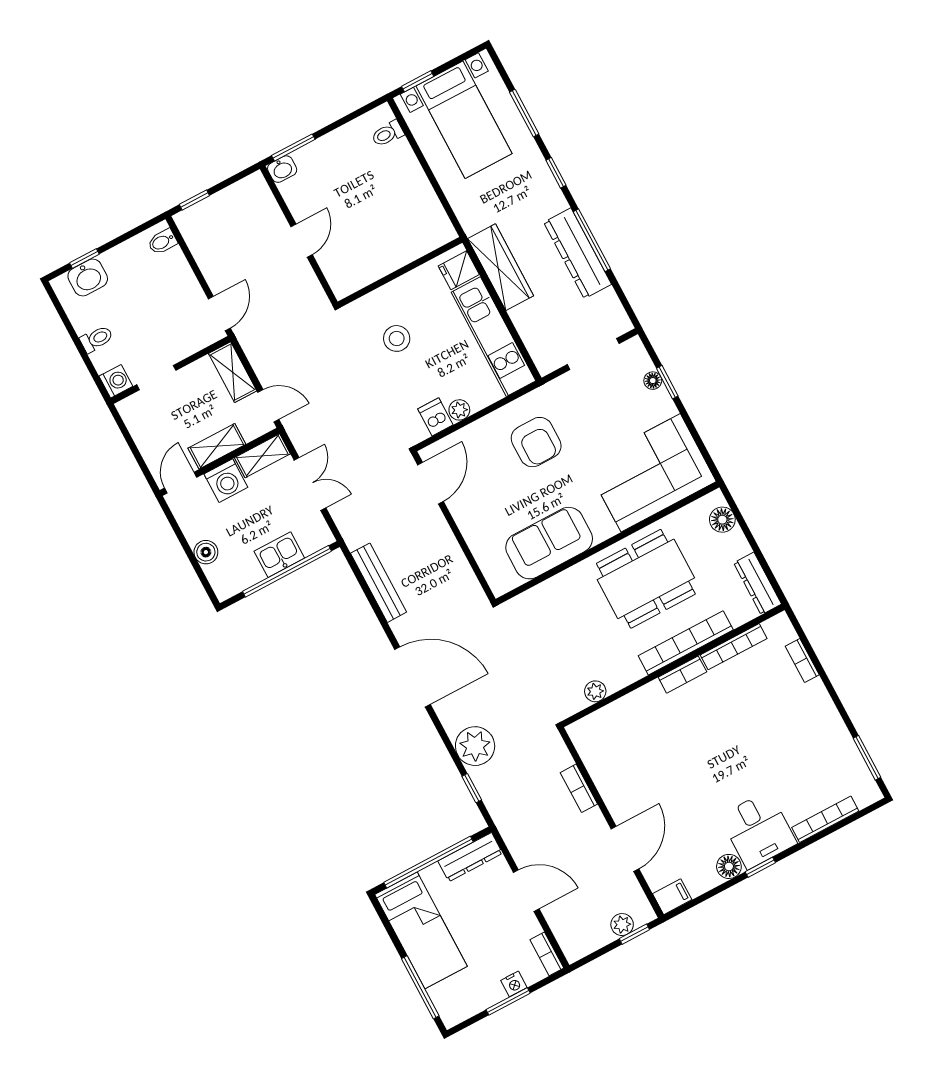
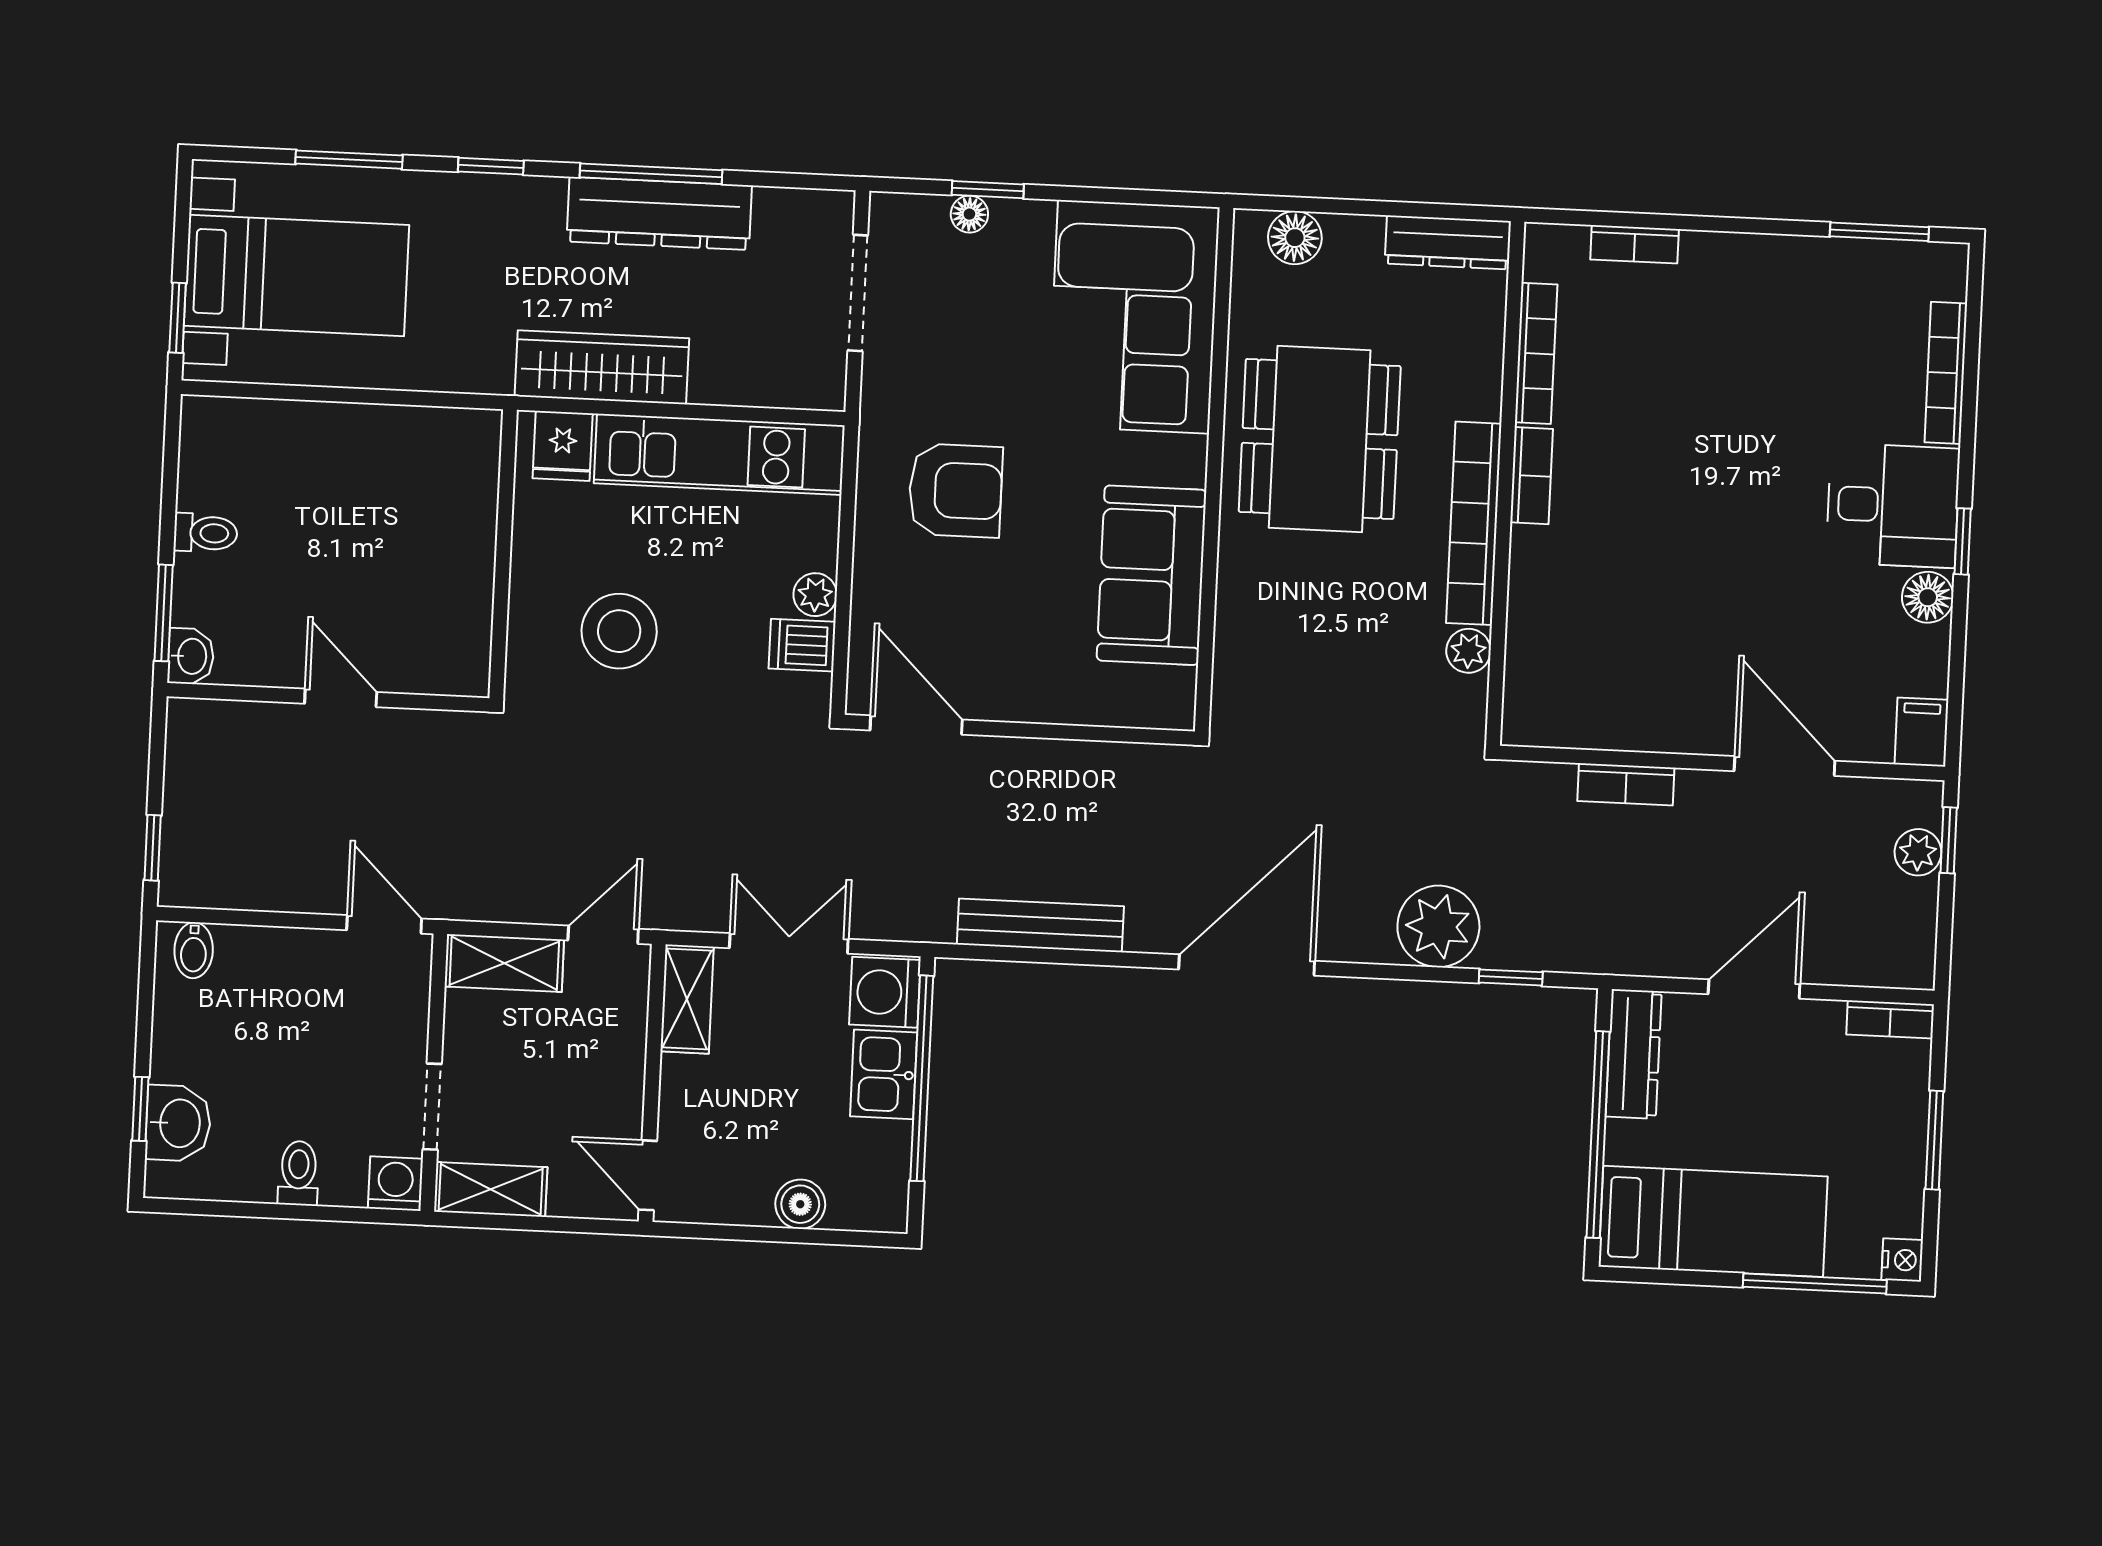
toilet: (388, 134) -> (206, 533), moved, turned -90
stool: (397, 338) -> (619, 631), width x1.38, depth x1.38
shelving: (217, 446) -> (491, 1189), moved, turned 90
washing machine: (226, 481) -> (885, 992), moved, turned 180
bookcase: (686, 643) -> (1474, 523), moved
nightstand: (514, 984) -> (1902, 1260), moved

